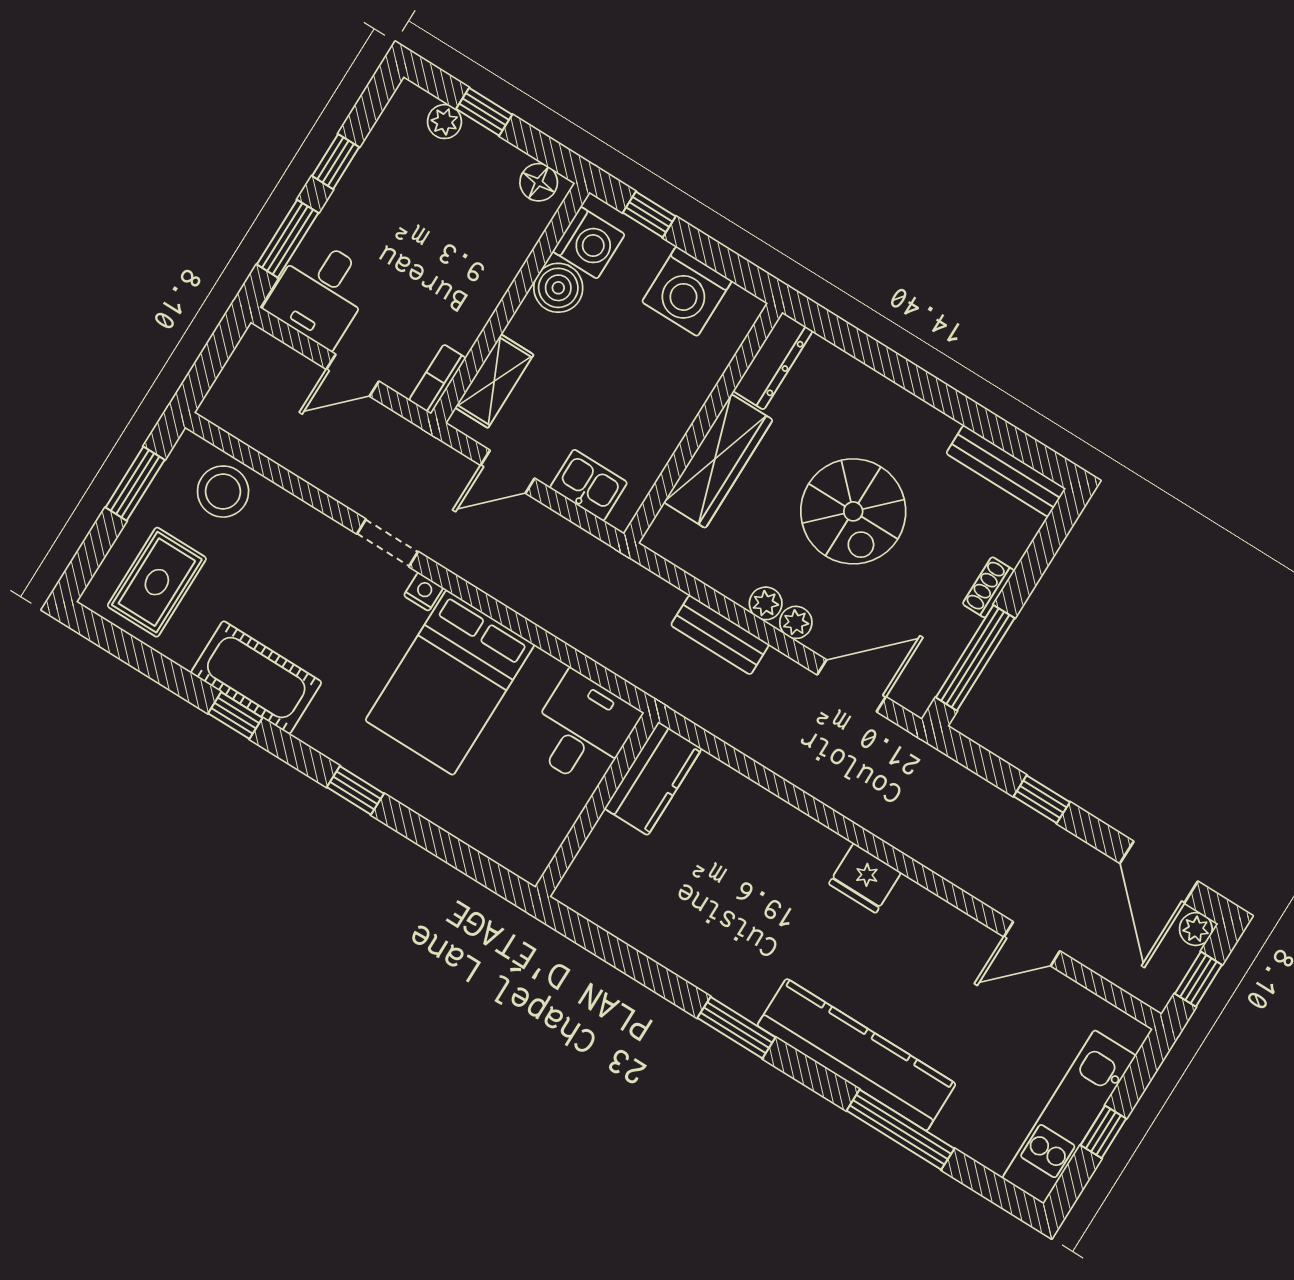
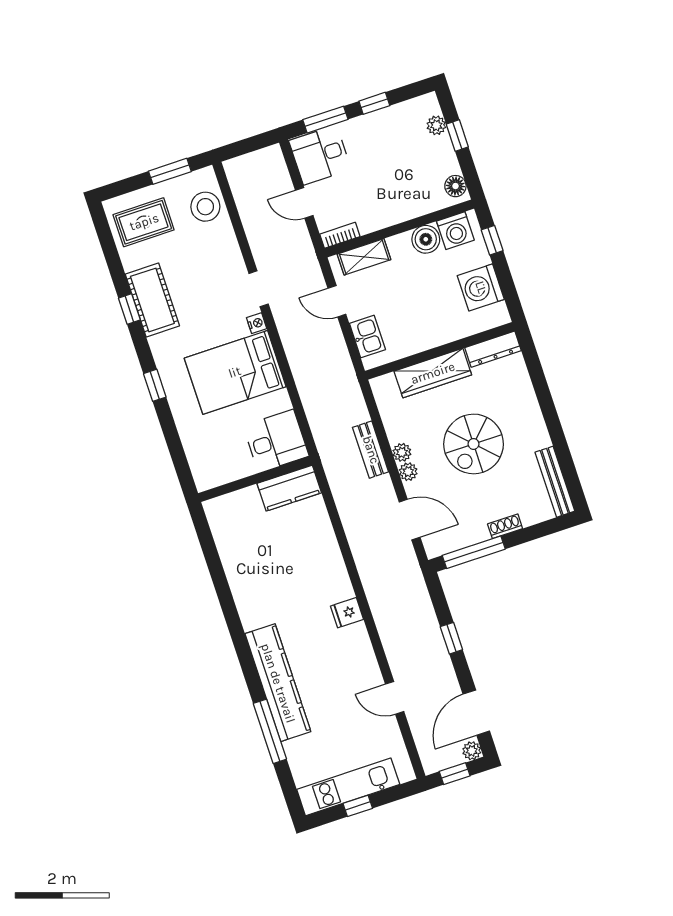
fridge: (865, 878) -> (347, 613), width x0.72
window: (736, 1028) -> (235, 627), removed

